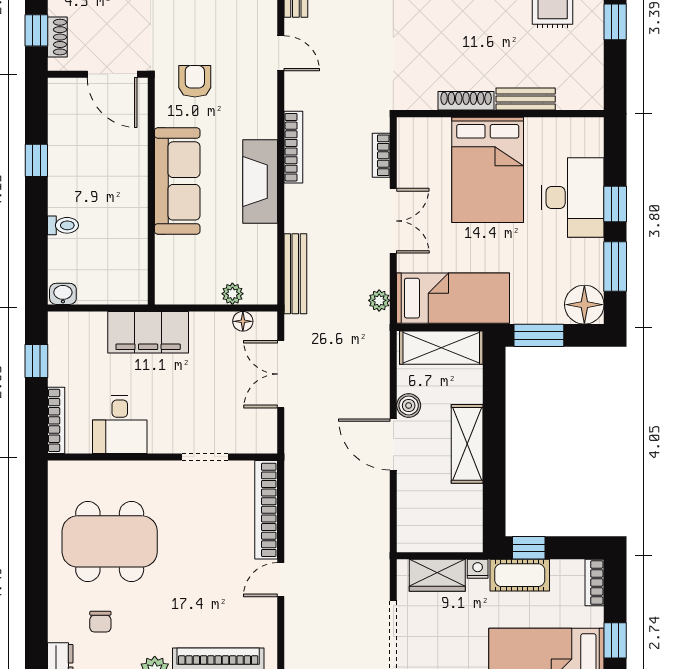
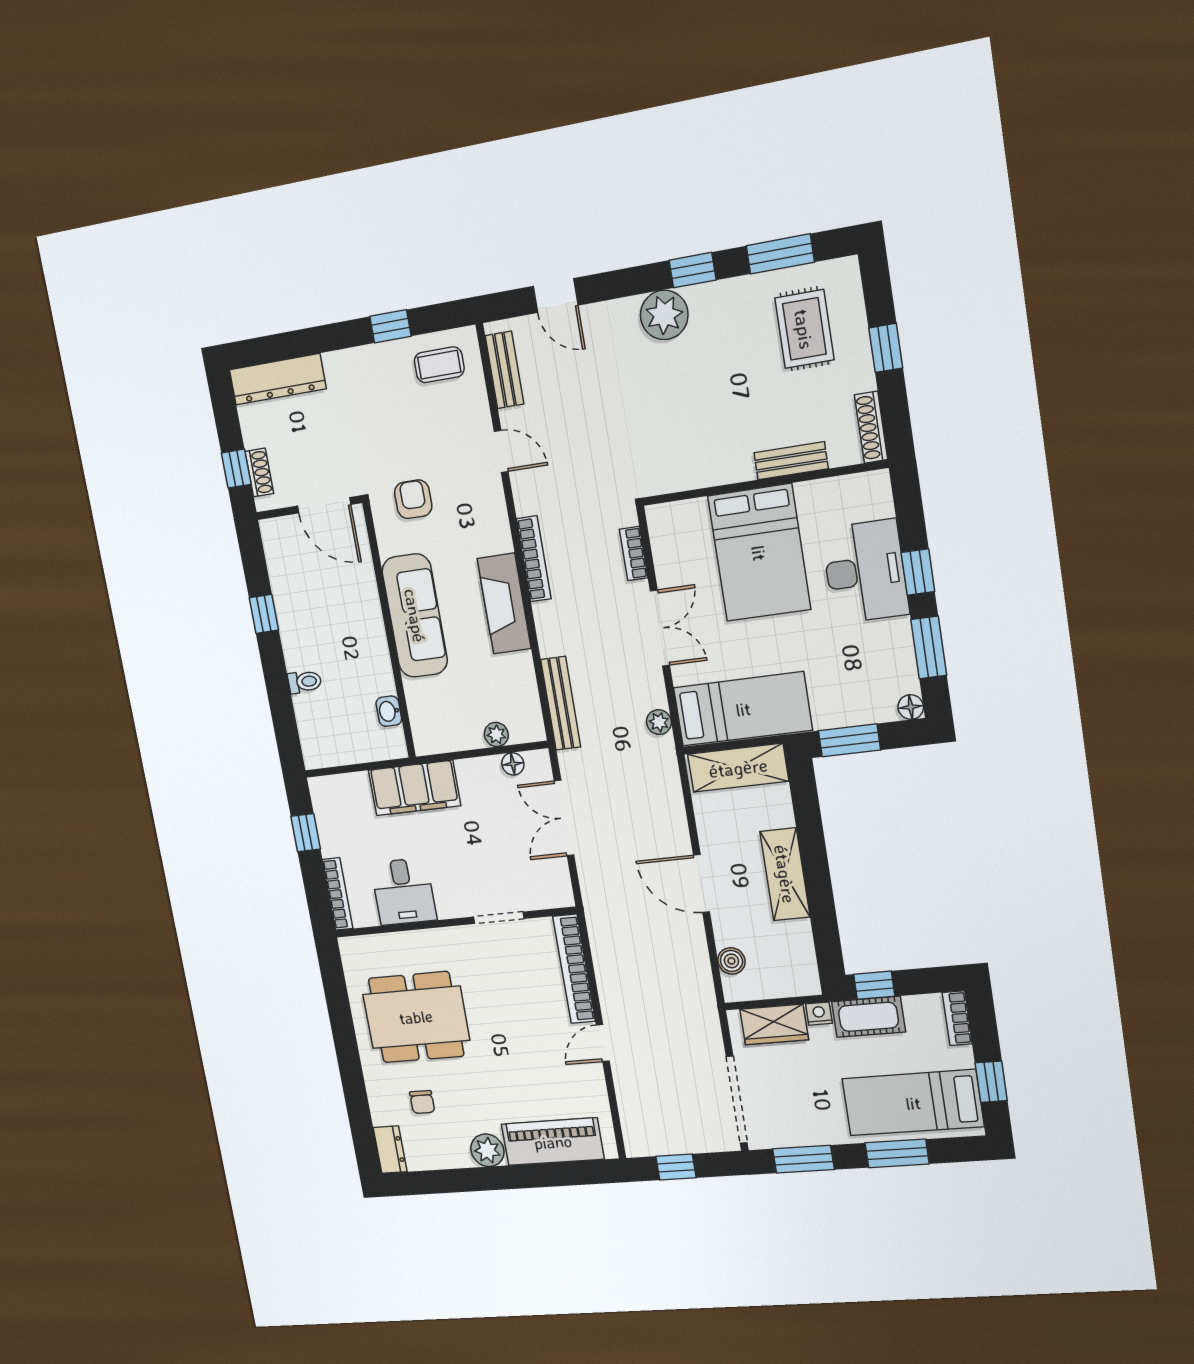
shoe rack: (466, 101) -> (871, 427), moved, turned -90
washbasin: (63, 294) -> (389, 711), moved, turned -90
floor lamp: (584, 305) -> (911, 707), width x0.53, depth x0.53
boiler: (409, 405) -> (731, 961), moved

